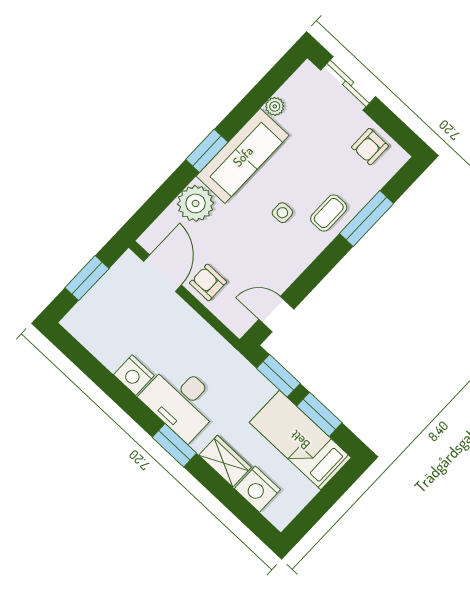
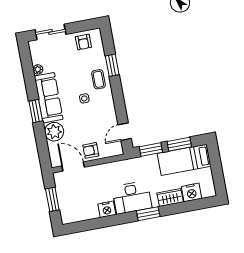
window: (366, 219) -> (112, 65), width x0.69

